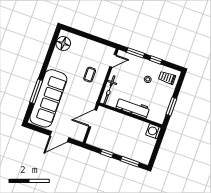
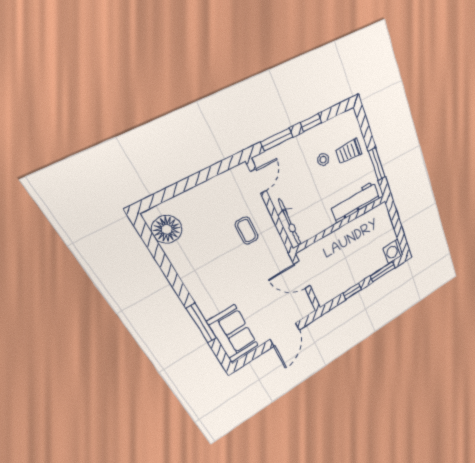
trolley: (167, 78) -> (349, 151), moved
sofa: (48, 98) -> (233, 334), width x0.54, depth x0.79
workbench: (133, 108) -> (355, 202), moved
door: (93, 118) -> (302, 275), hinge flipped
washing machine: (153, 131) -> (393, 251), moved

